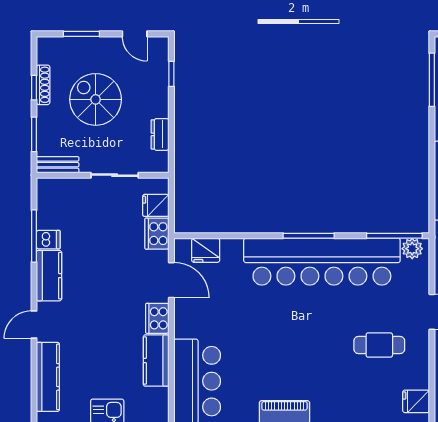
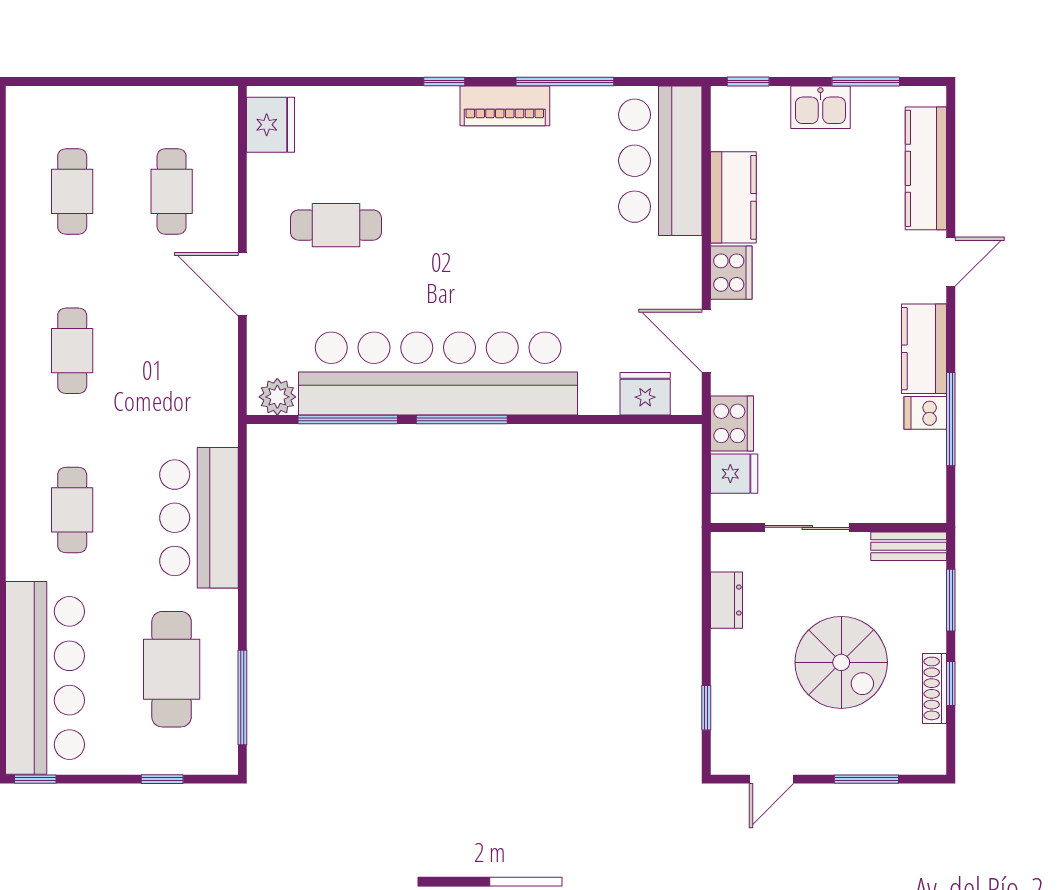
door: (135, 34) -> (772, 779), swing flipped
window: (394, 236) -> (348, 420), moved
fridge: (416, 401) -> (270, 125), width x1.38

